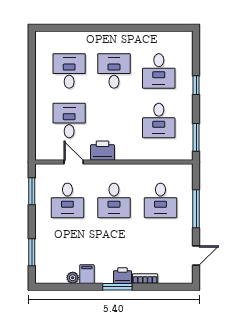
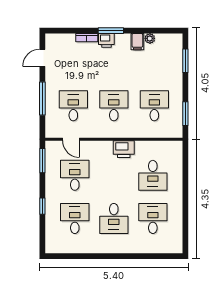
desk: (69, 71) -> (153, 218), turned 180
door: (74, 162) -> (71, 139), moved

